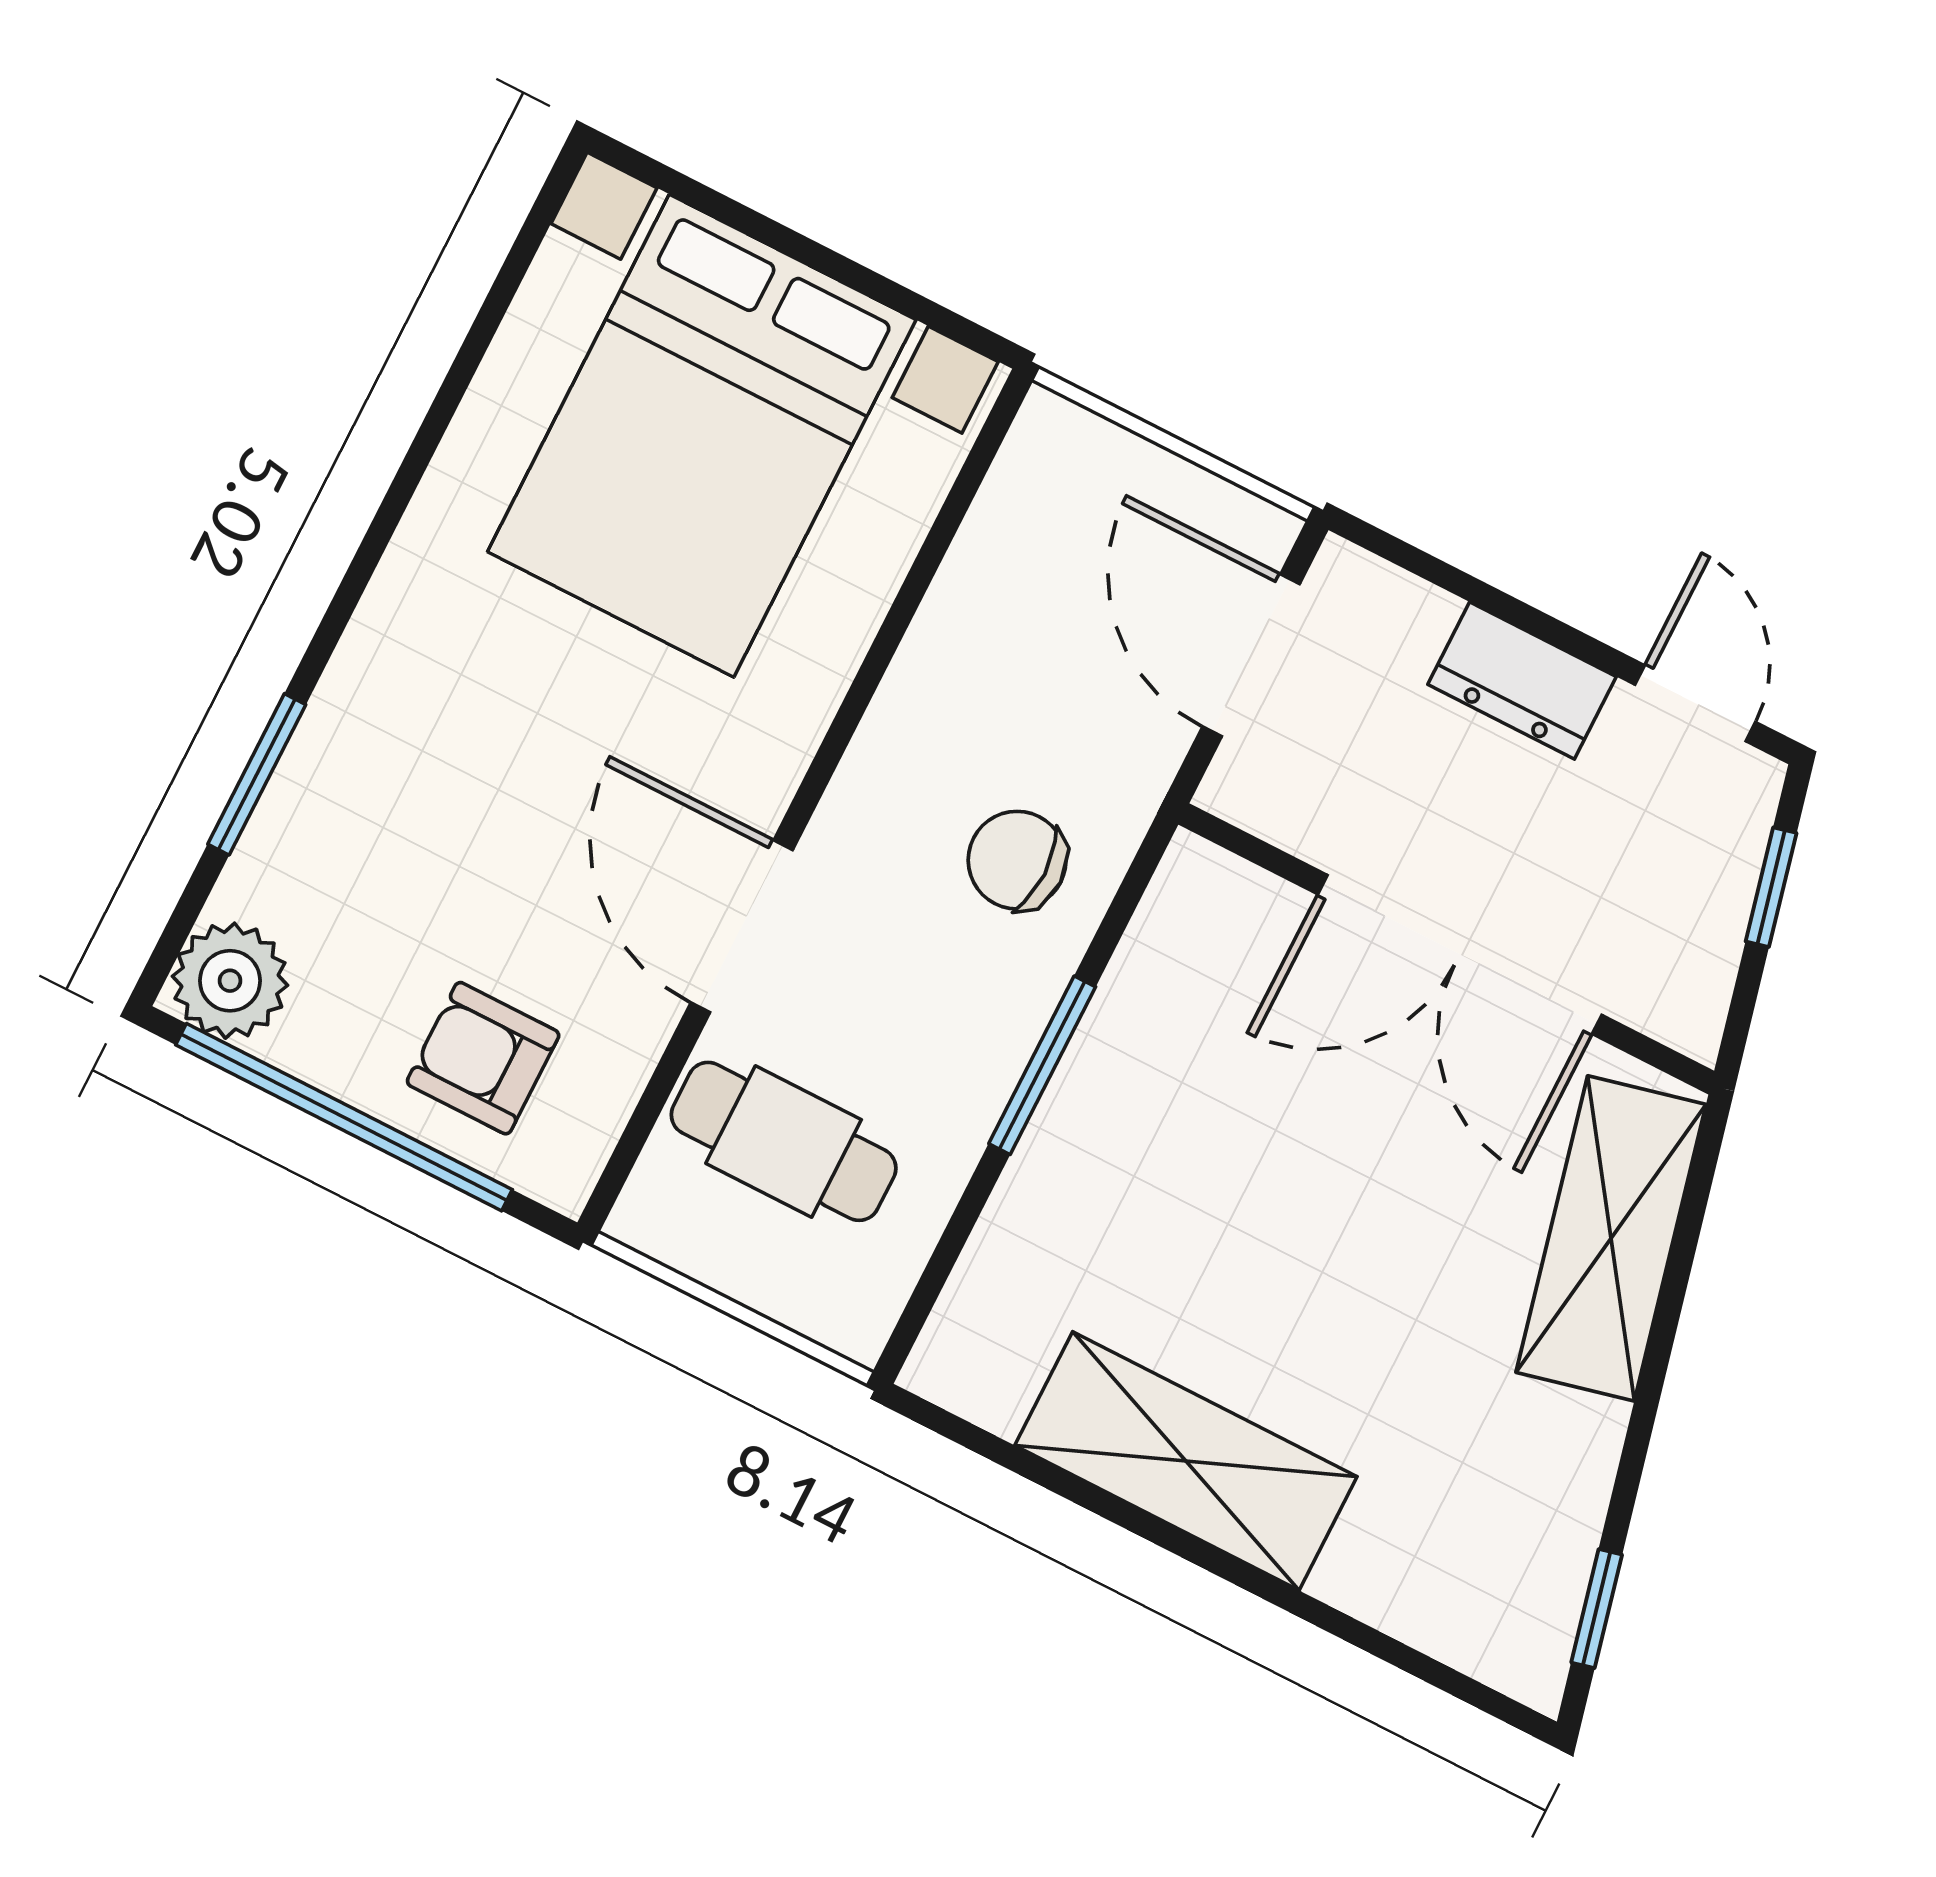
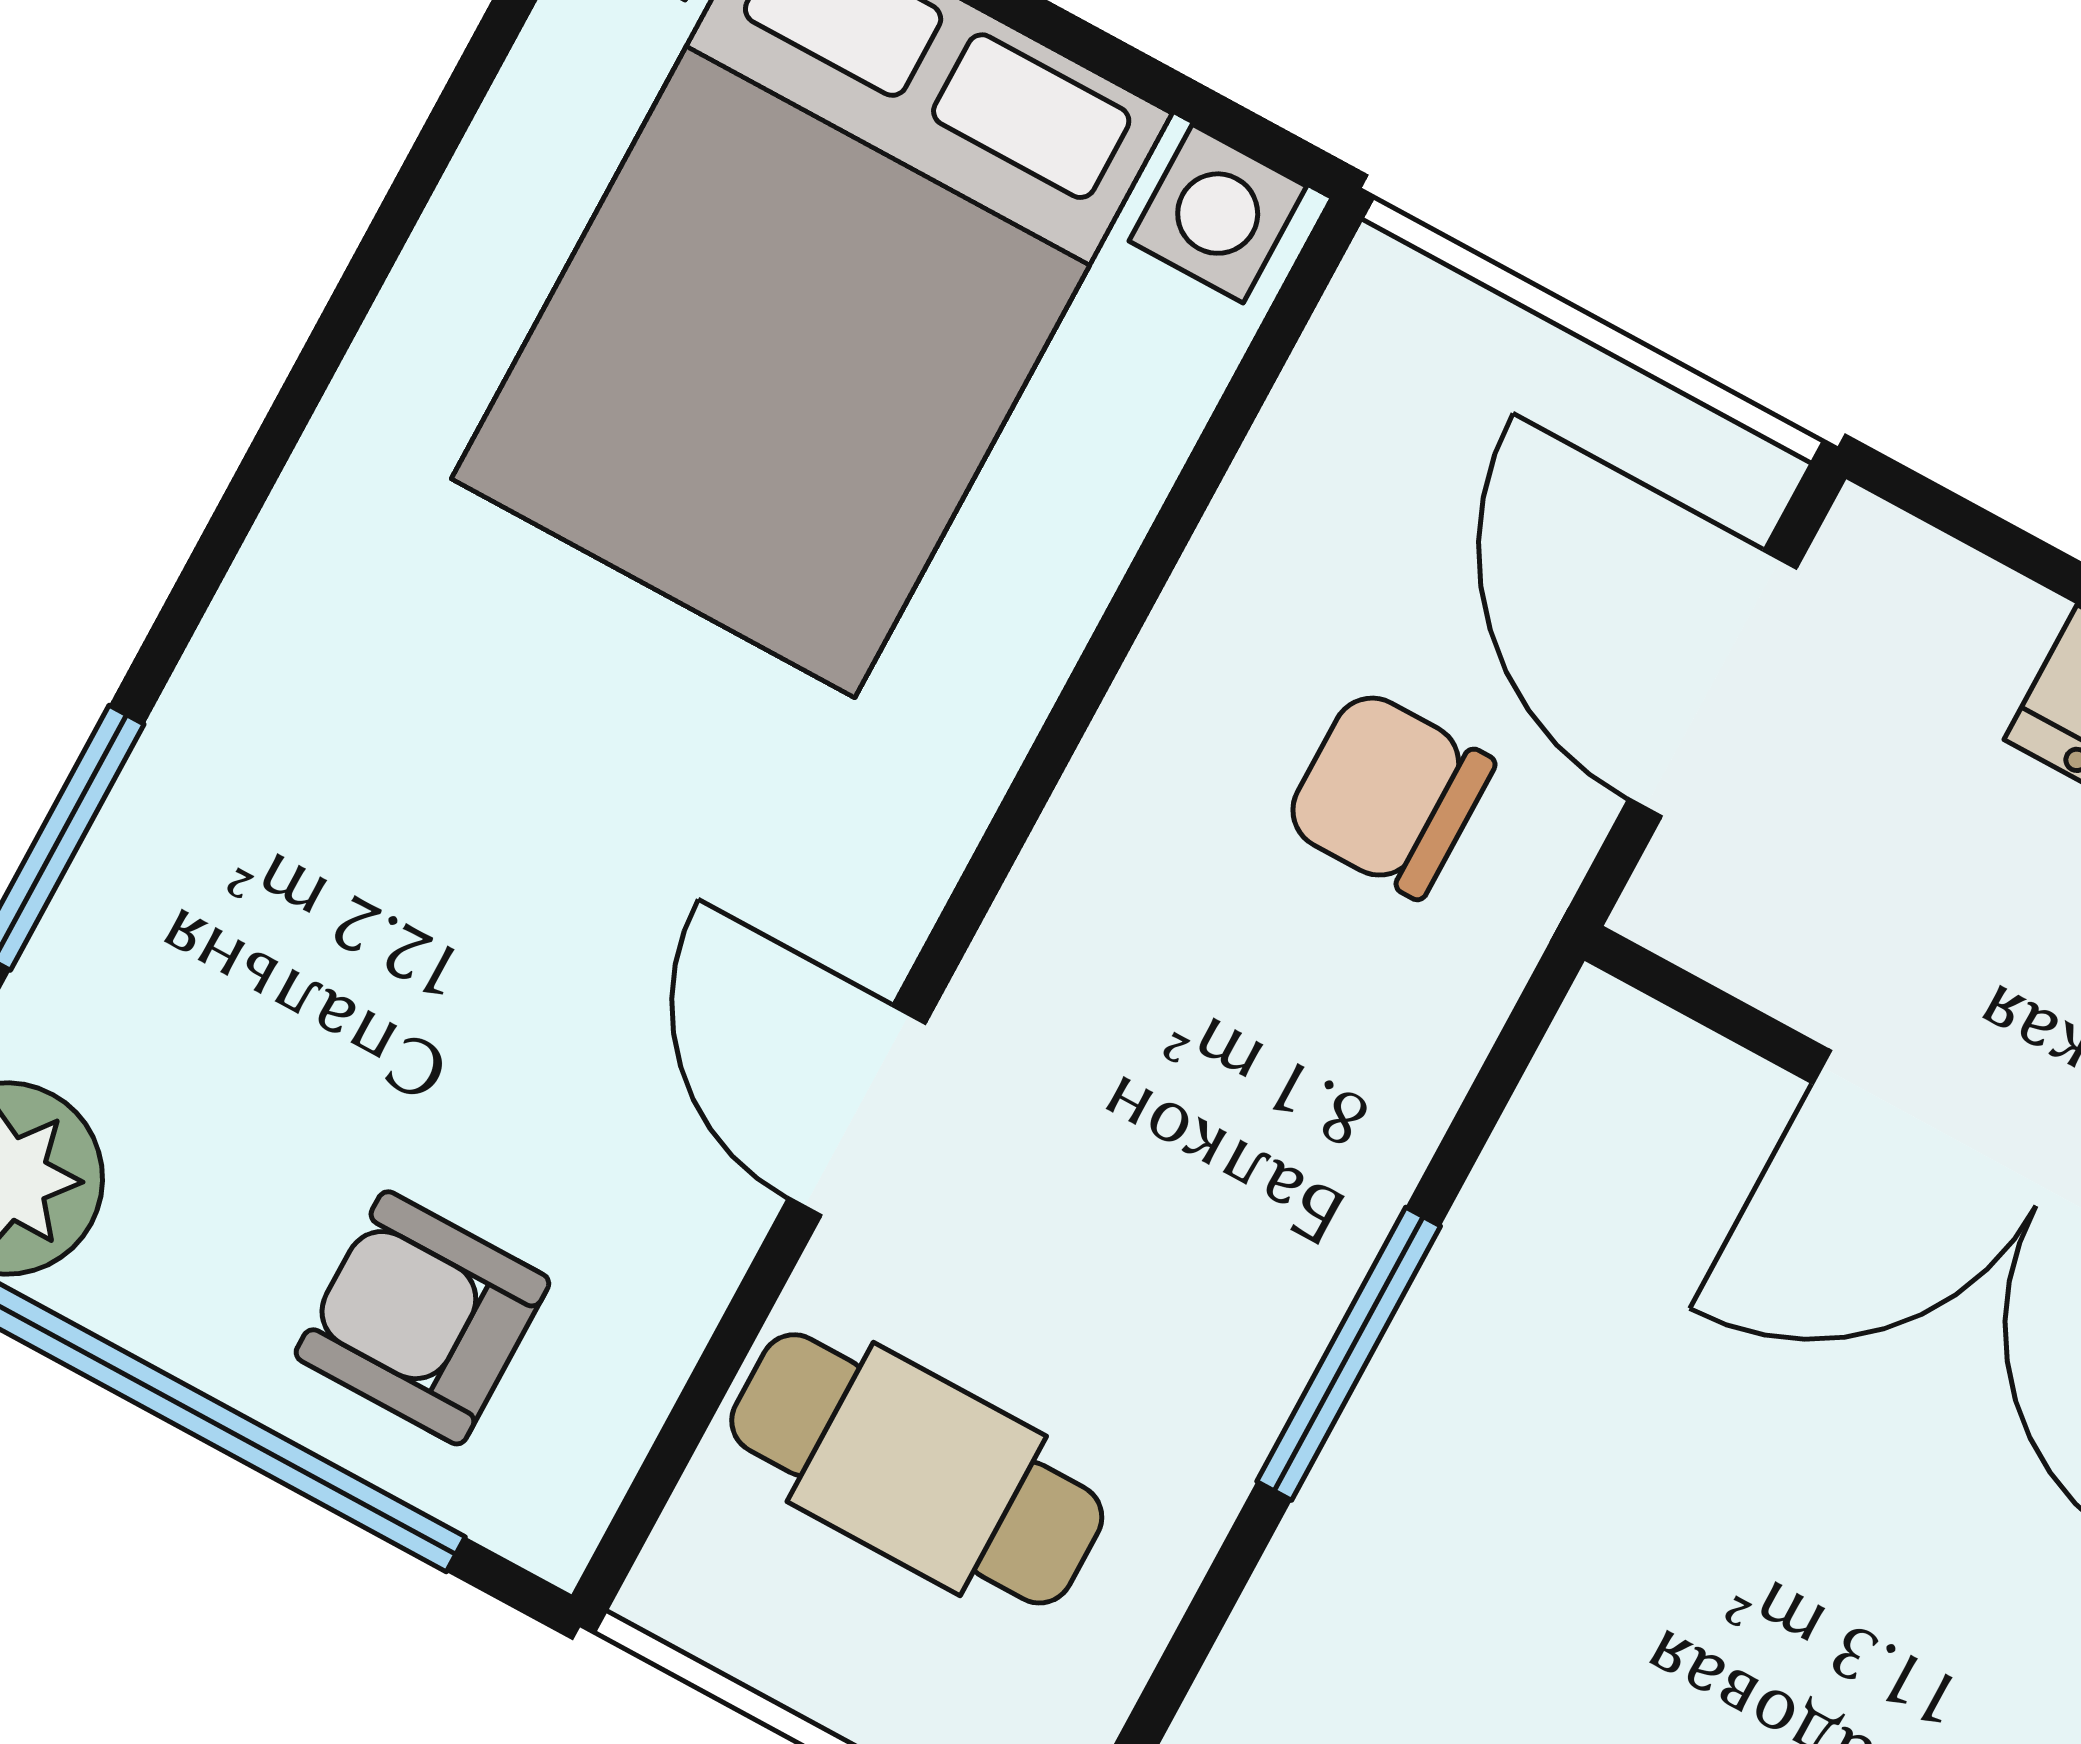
chair: (1017, 860) -> (1389, 794), moved
door: (742, 926) -> (857, 1111), width x0.73

